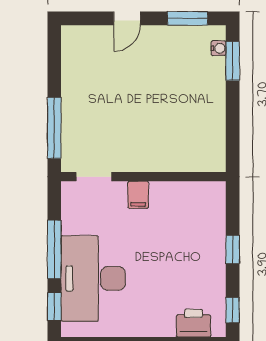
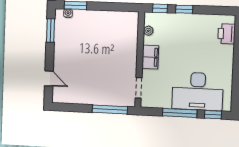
door: (127, 18) -> (49, 78), moved
plant: (194, 190) -> (148, 31), added
filing cabinet: (138, 195) -> (150, 57), width x2.00
window: (233, 310) -> (160, 8), moved

